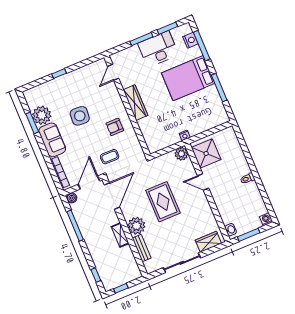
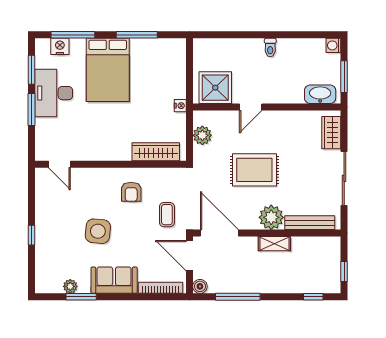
wardrobe: (135, 103) -> (156, 152), moved
plant: (42, 115) -> (70, 286), width x0.53, depth x0.53
plant: (181, 154) -> (202, 135), moved
washbasin: (231, 230) -> (320, 94), width x1.91, depth x1.45
bench: (142, 248) -> (310, 223), width x1.36

